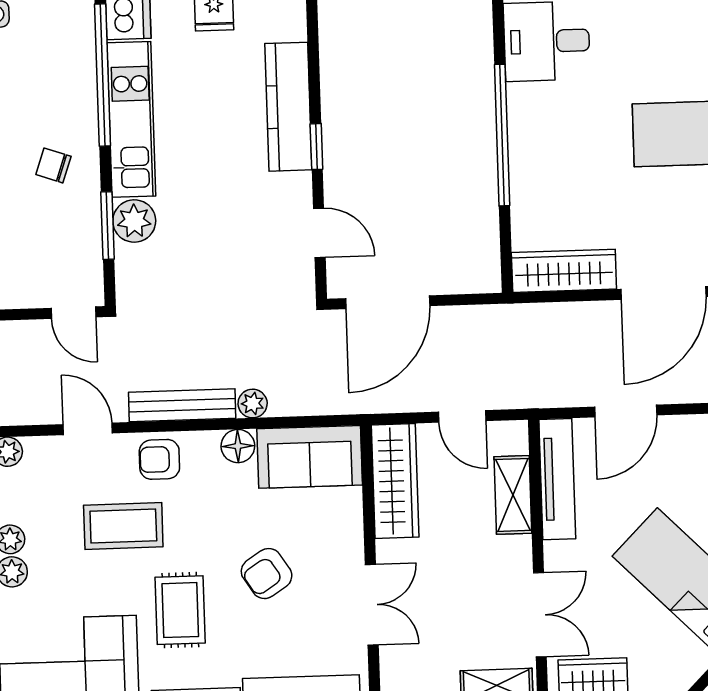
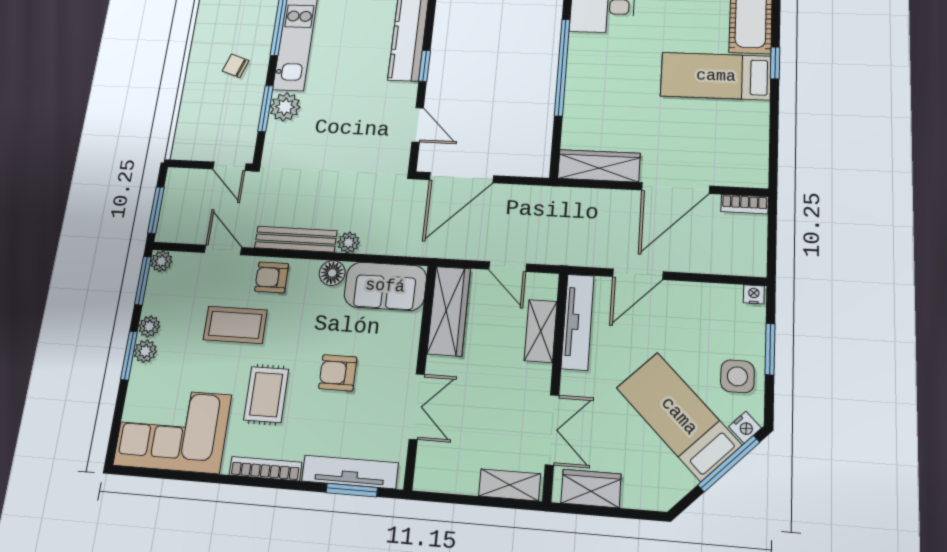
armchair: (267, 574) -> (338, 373), turned 33

